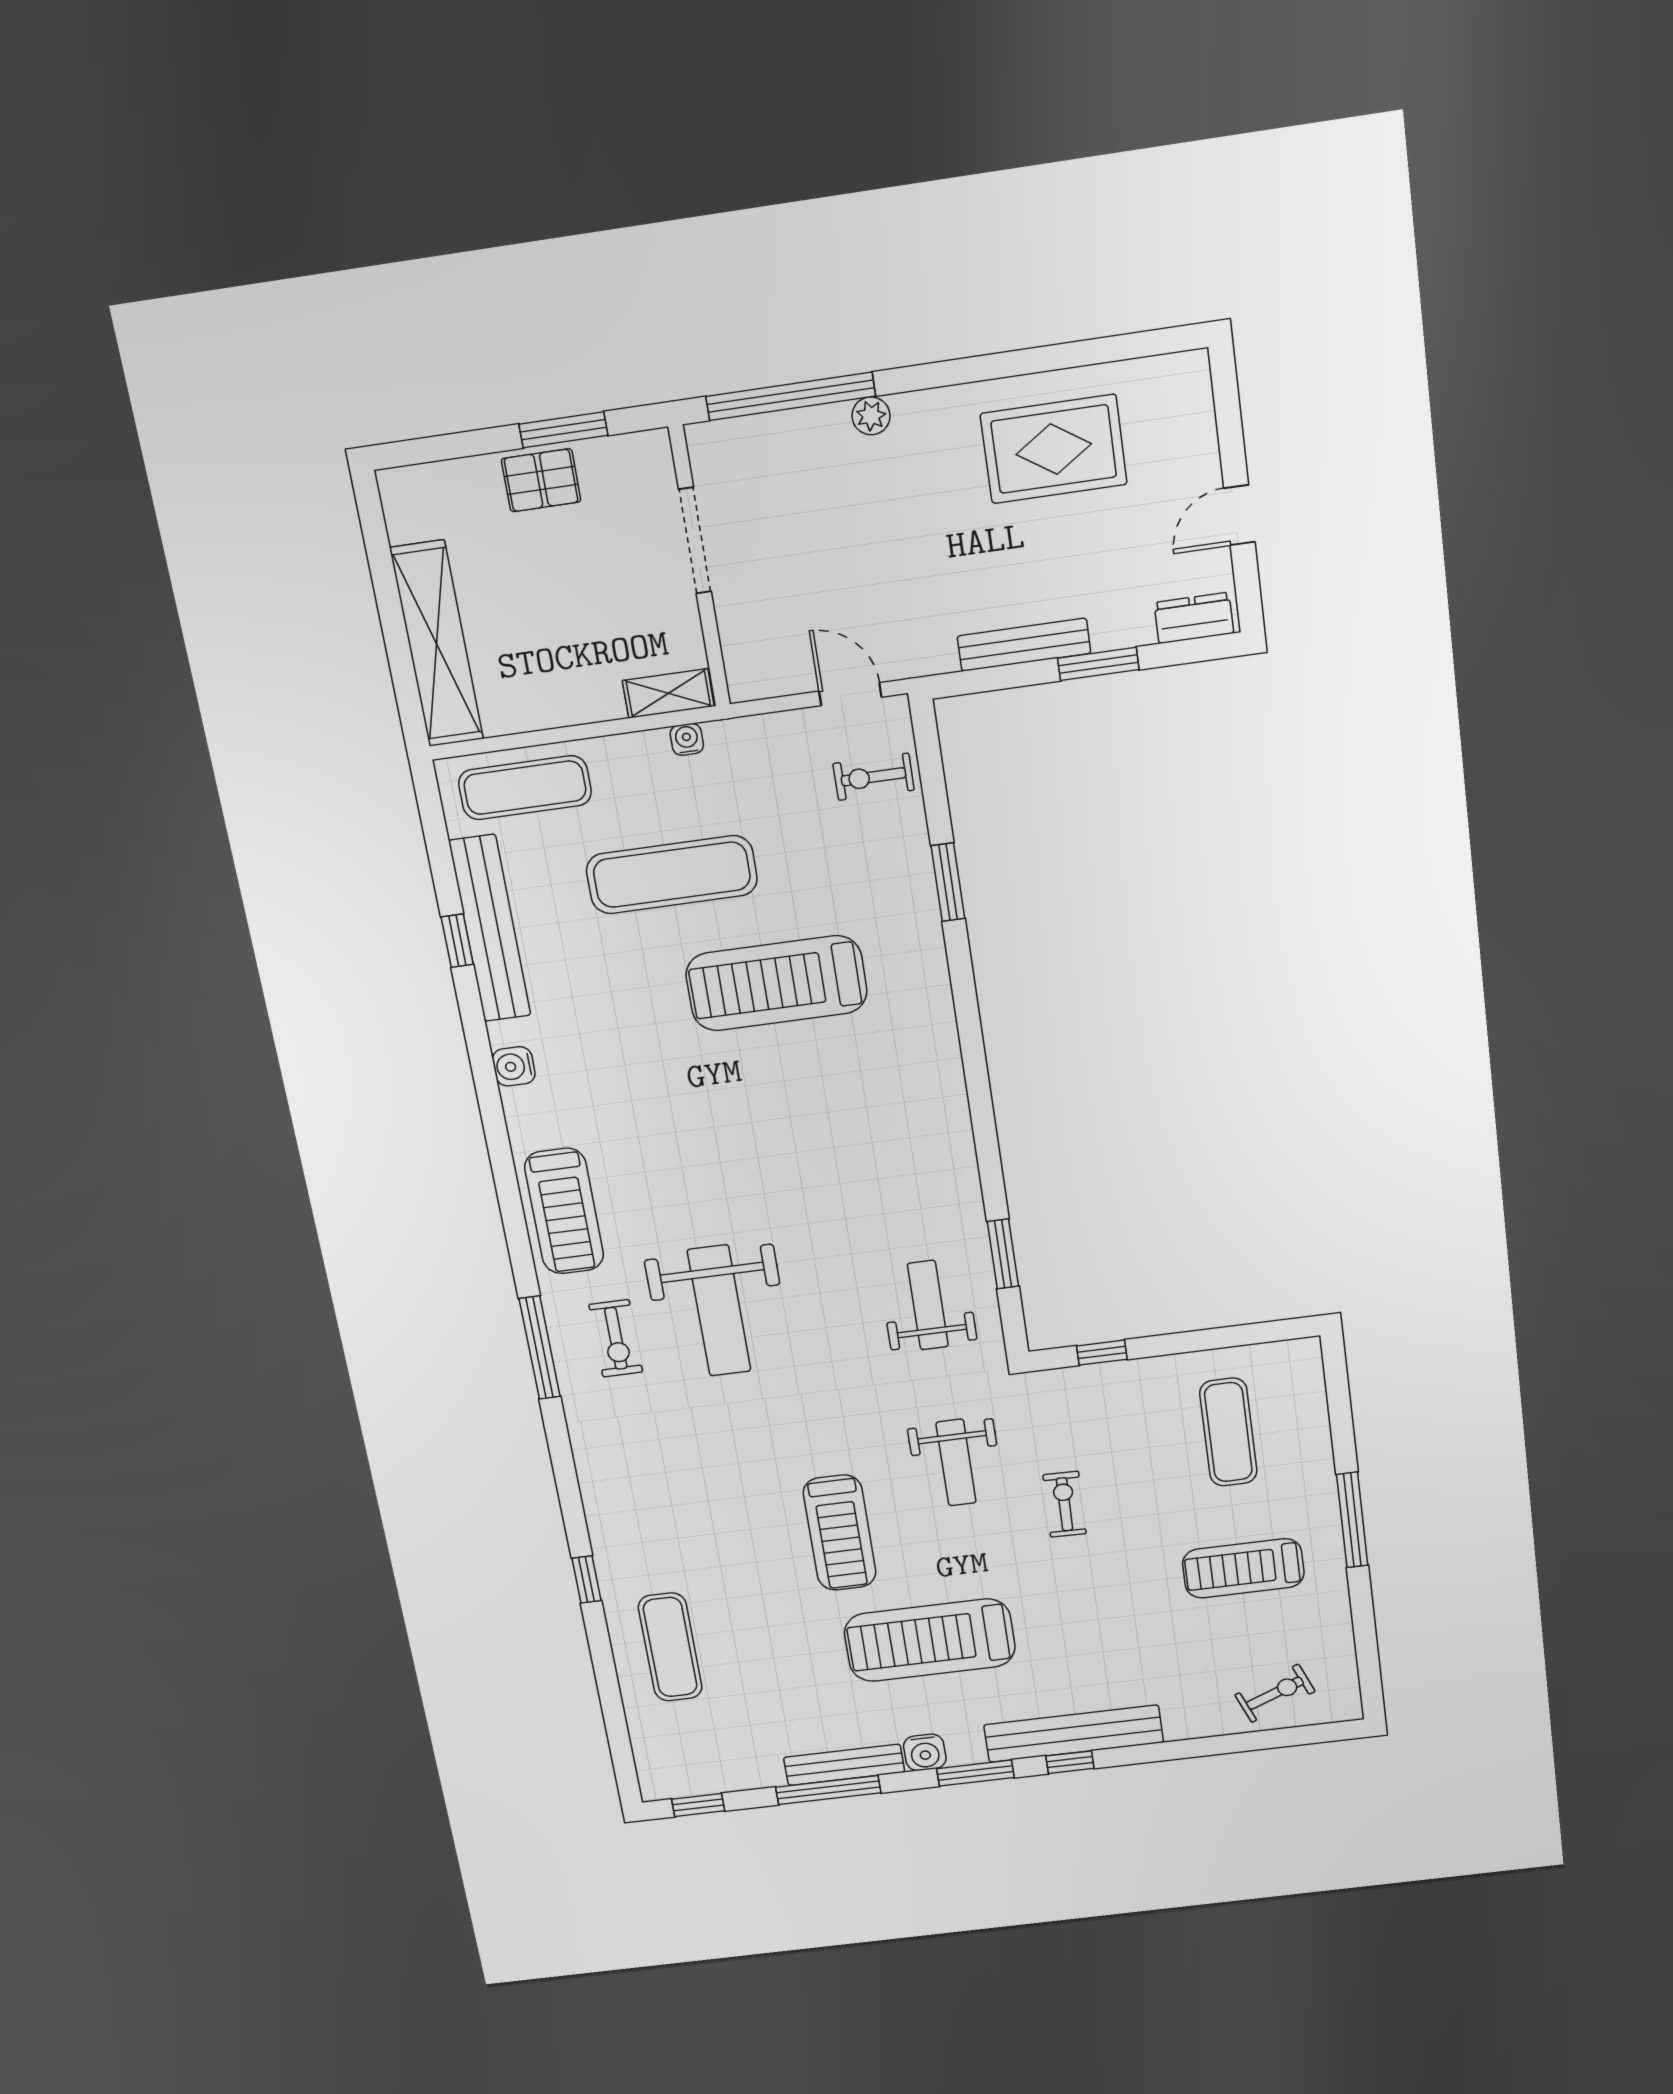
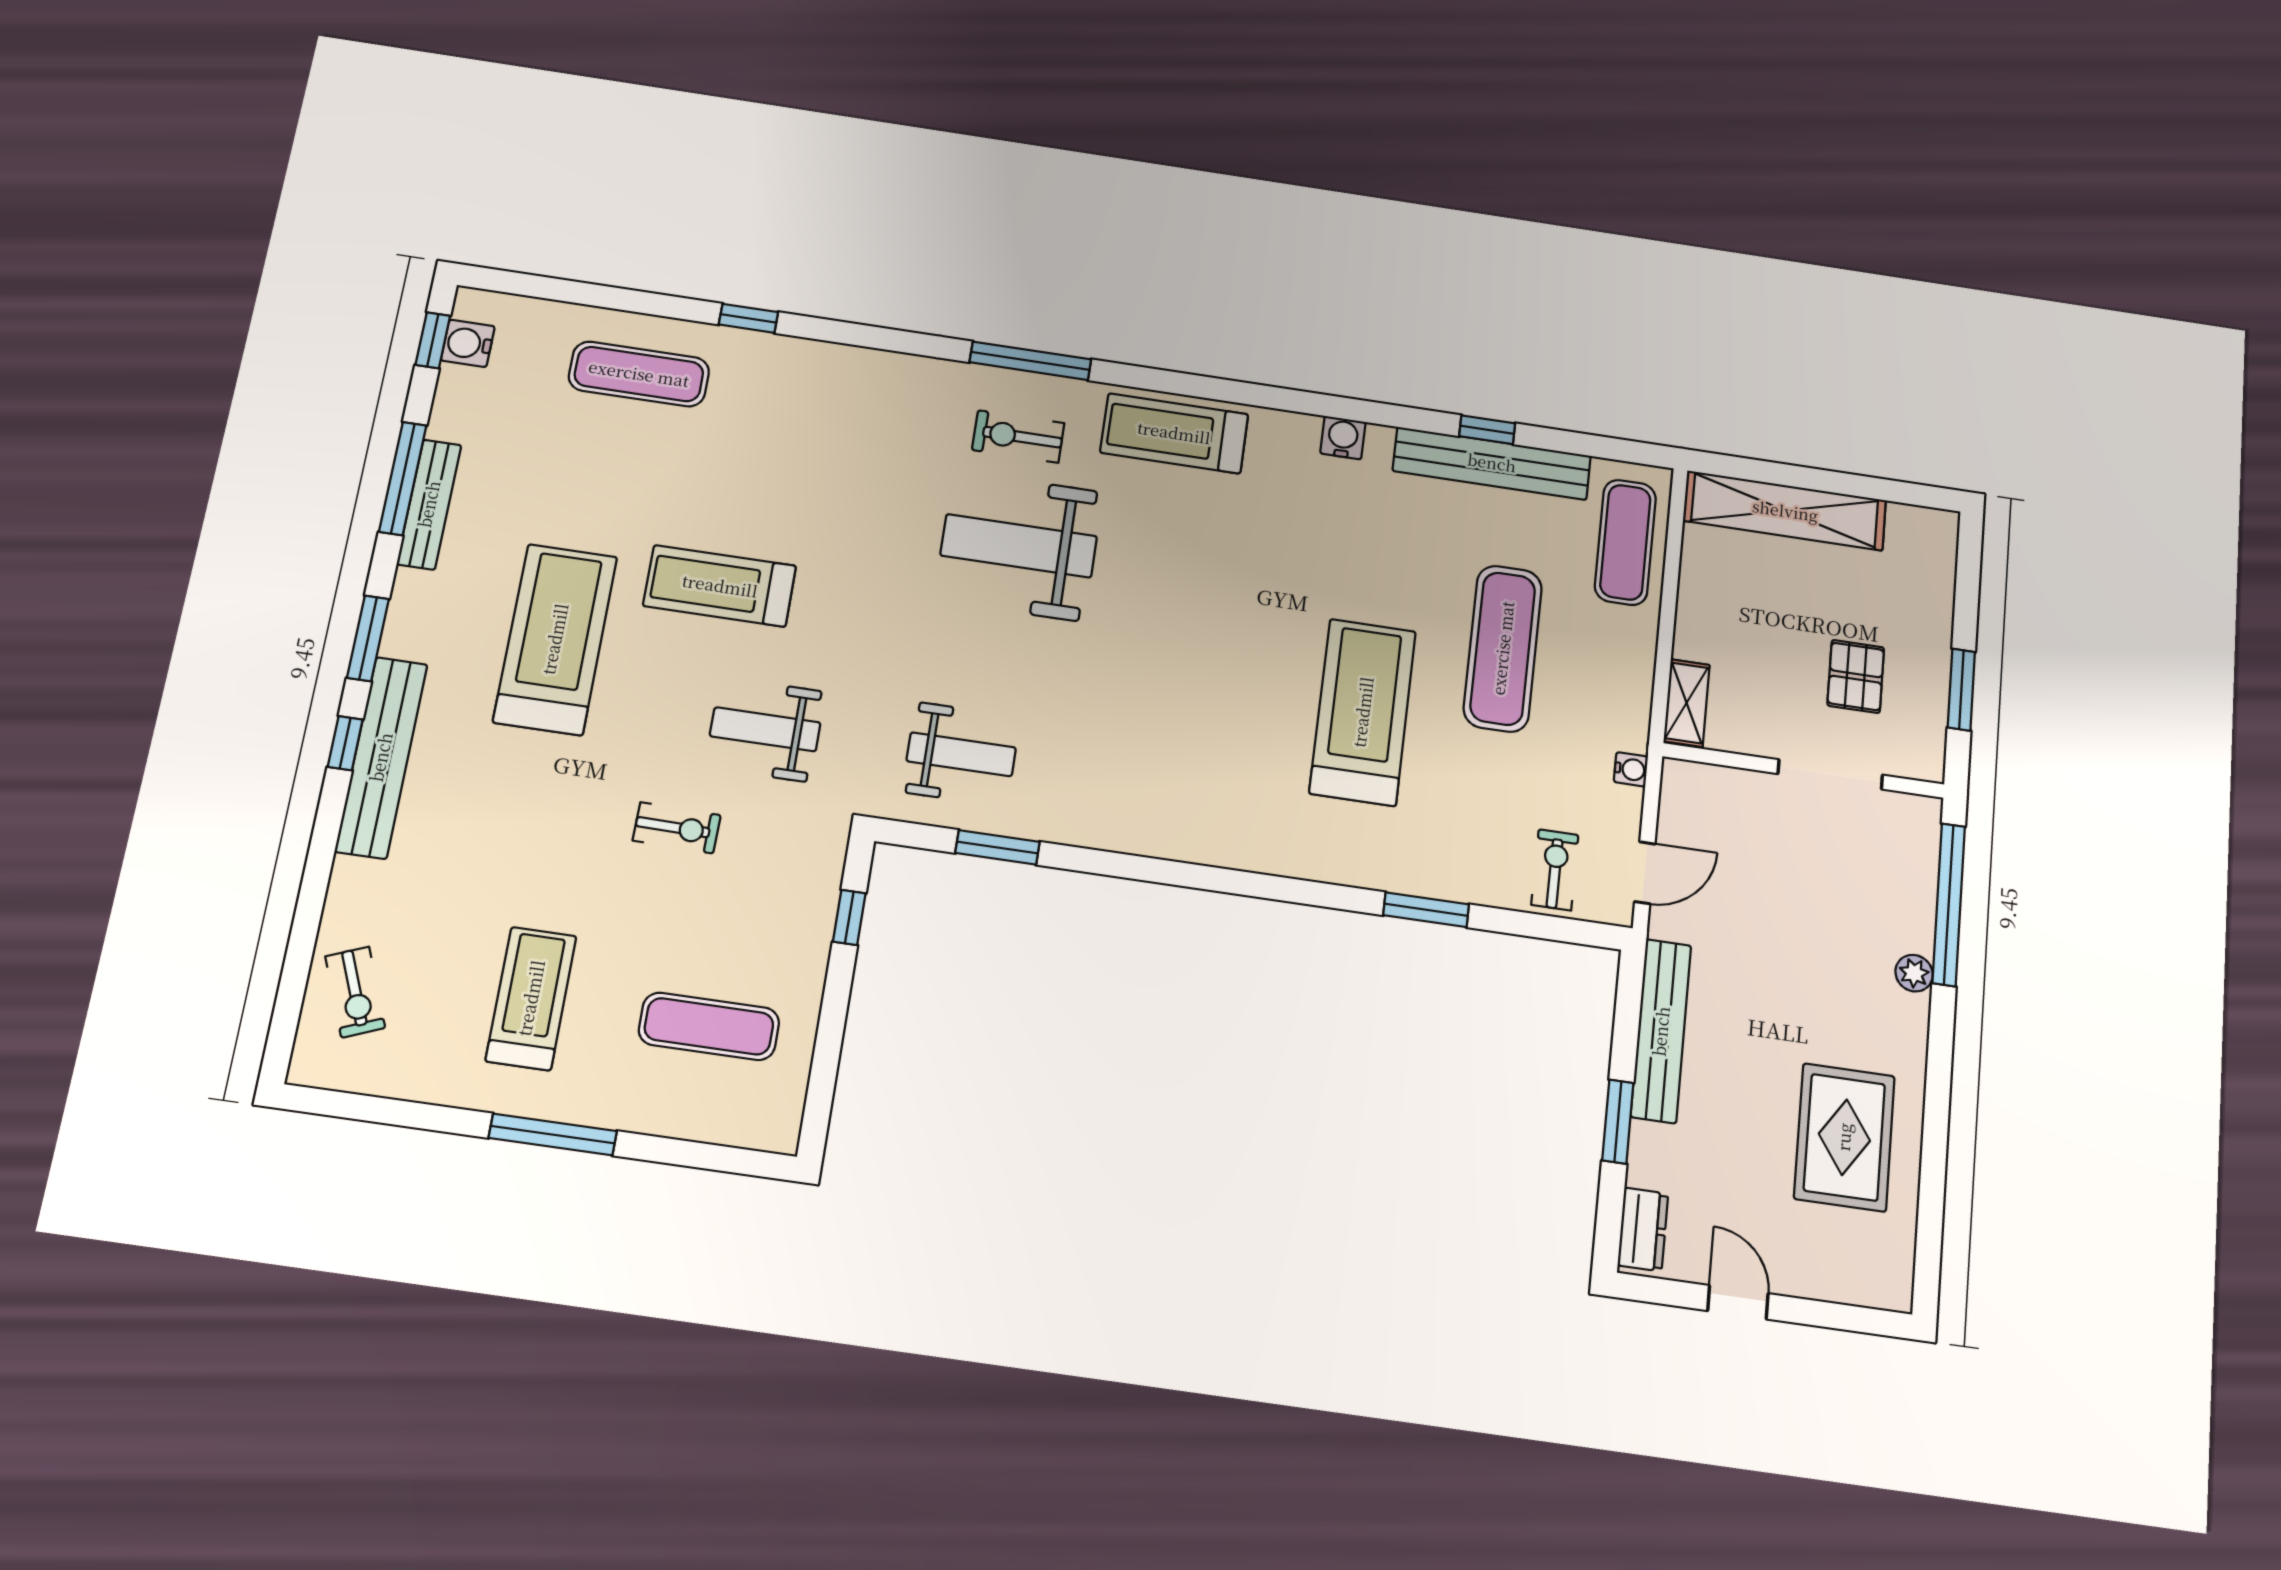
pallet: (541, 480) -> (1856, 676), moved
bench: (1024, 645) -> (1661, 1031), width x1.37, depth x1.21
water cooler: (687, 739) -> (1631, 769), moved
water cooler: (925, 1752) -> (468, 343), moved

